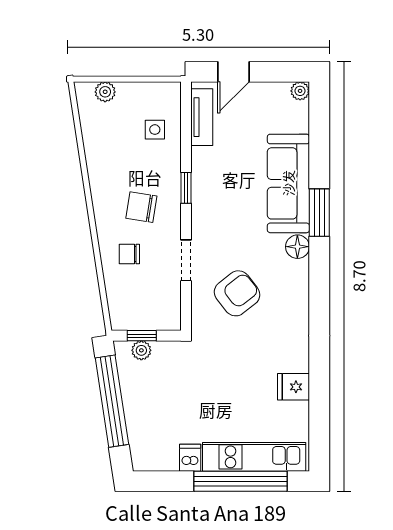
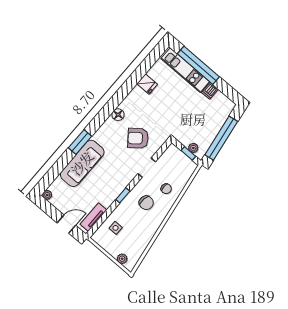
floor lamp: (297, 247) -> (118, 115), moved

